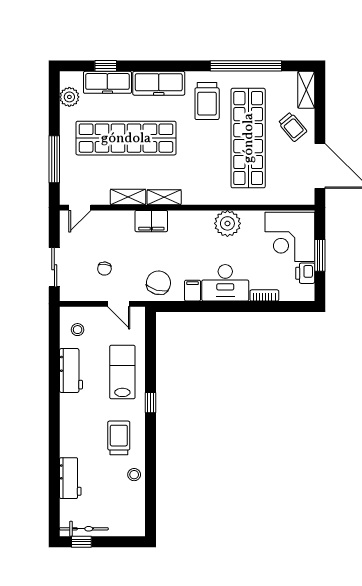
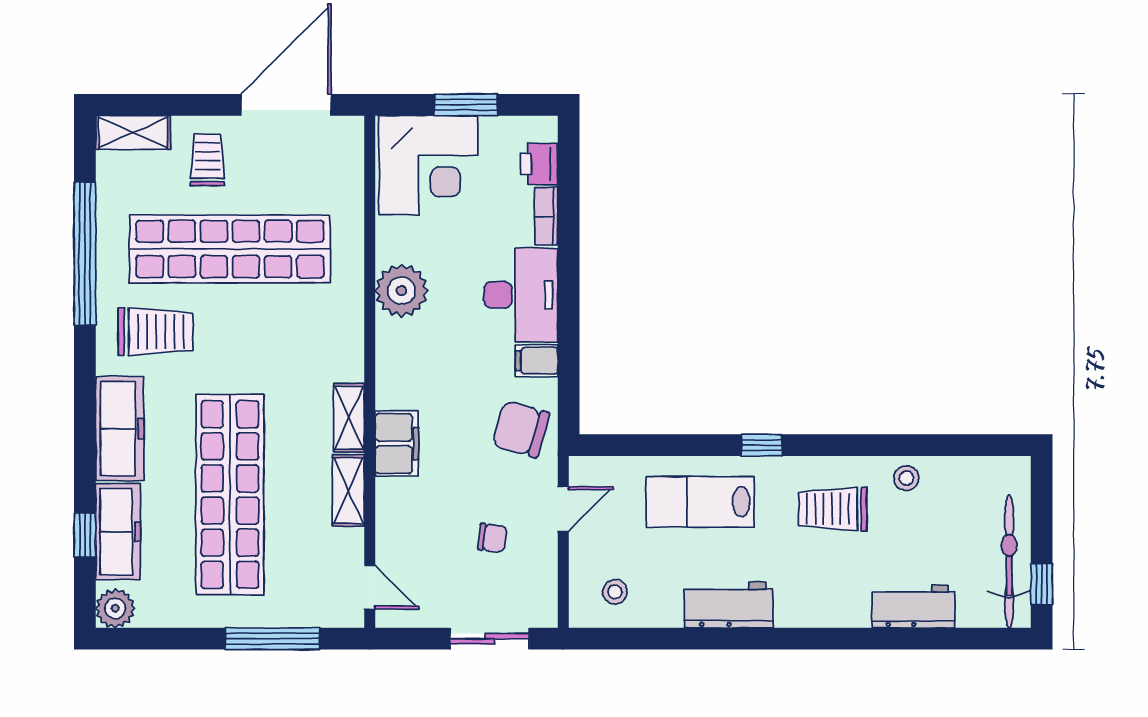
plant: (69, 97) -> (115, 608), moved
trolley: (293, 127) -> (208, 160), turned -50
printer: (305, 273) -> (539, 164), moved, turned 90
workbench: (71, 371) -> (729, 605), moved
bicycle: (84, 529) -> (1009, 561), width x1.37, depth x1.40

